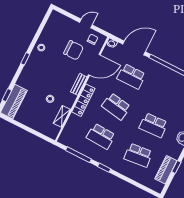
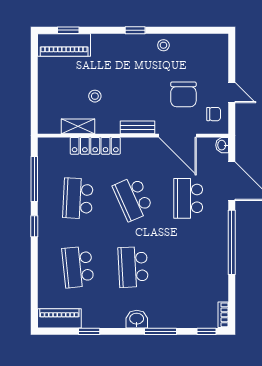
locker: (83, 100) -> (95, 146), moved
school desk: (116, 106) -> (133, 198), turned -33
piano: (166, 170) -> (59, 318), moved

